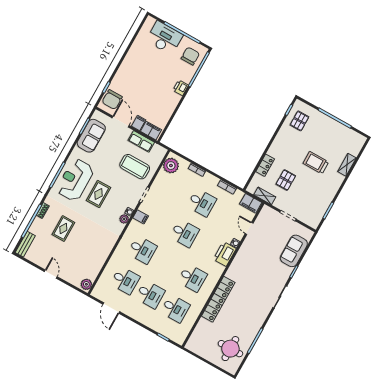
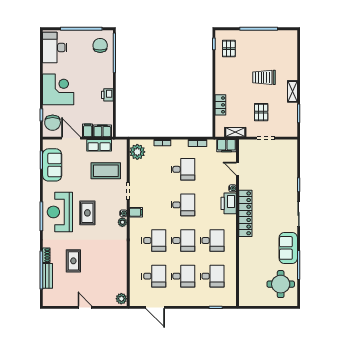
desk: (164, 38) -> (55, 47), moved, turned -90
corner desk: (133, 74) -> (58, 89), added
printer: (181, 88) -> (107, 95), moved
shelving: (347, 165) -> (292, 91), moved
pallet: (286, 180) -> (261, 112), moved
bench: (25, 244) -> (47, 276), moved
sofa: (294, 251) -> (288, 248), moved
desk: (167, 264) -> (183, 240), added
locker: (218, 299) -> (245, 213), moved

